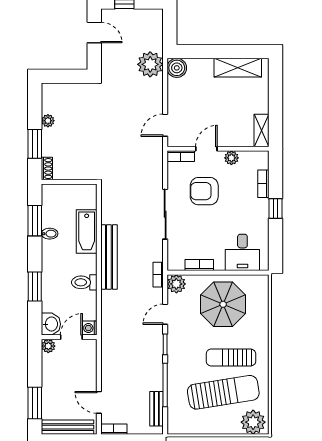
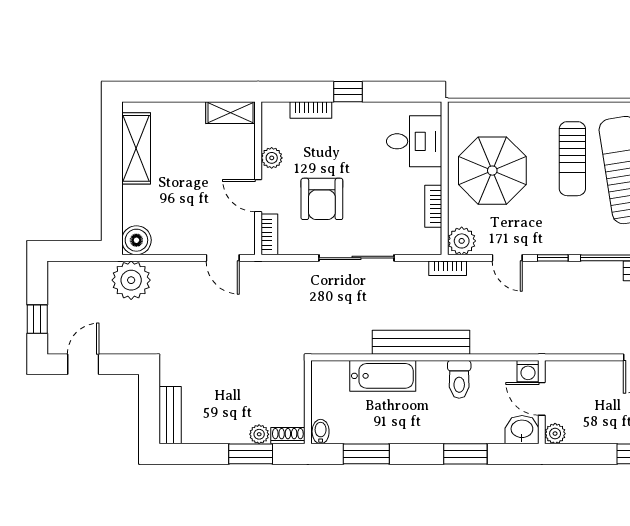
bench: (61, 90) -> (170, 415), added
plant: (48, 121) -> (259, 434), moved
bidet: (50, 234) -> (321, 432), moved

